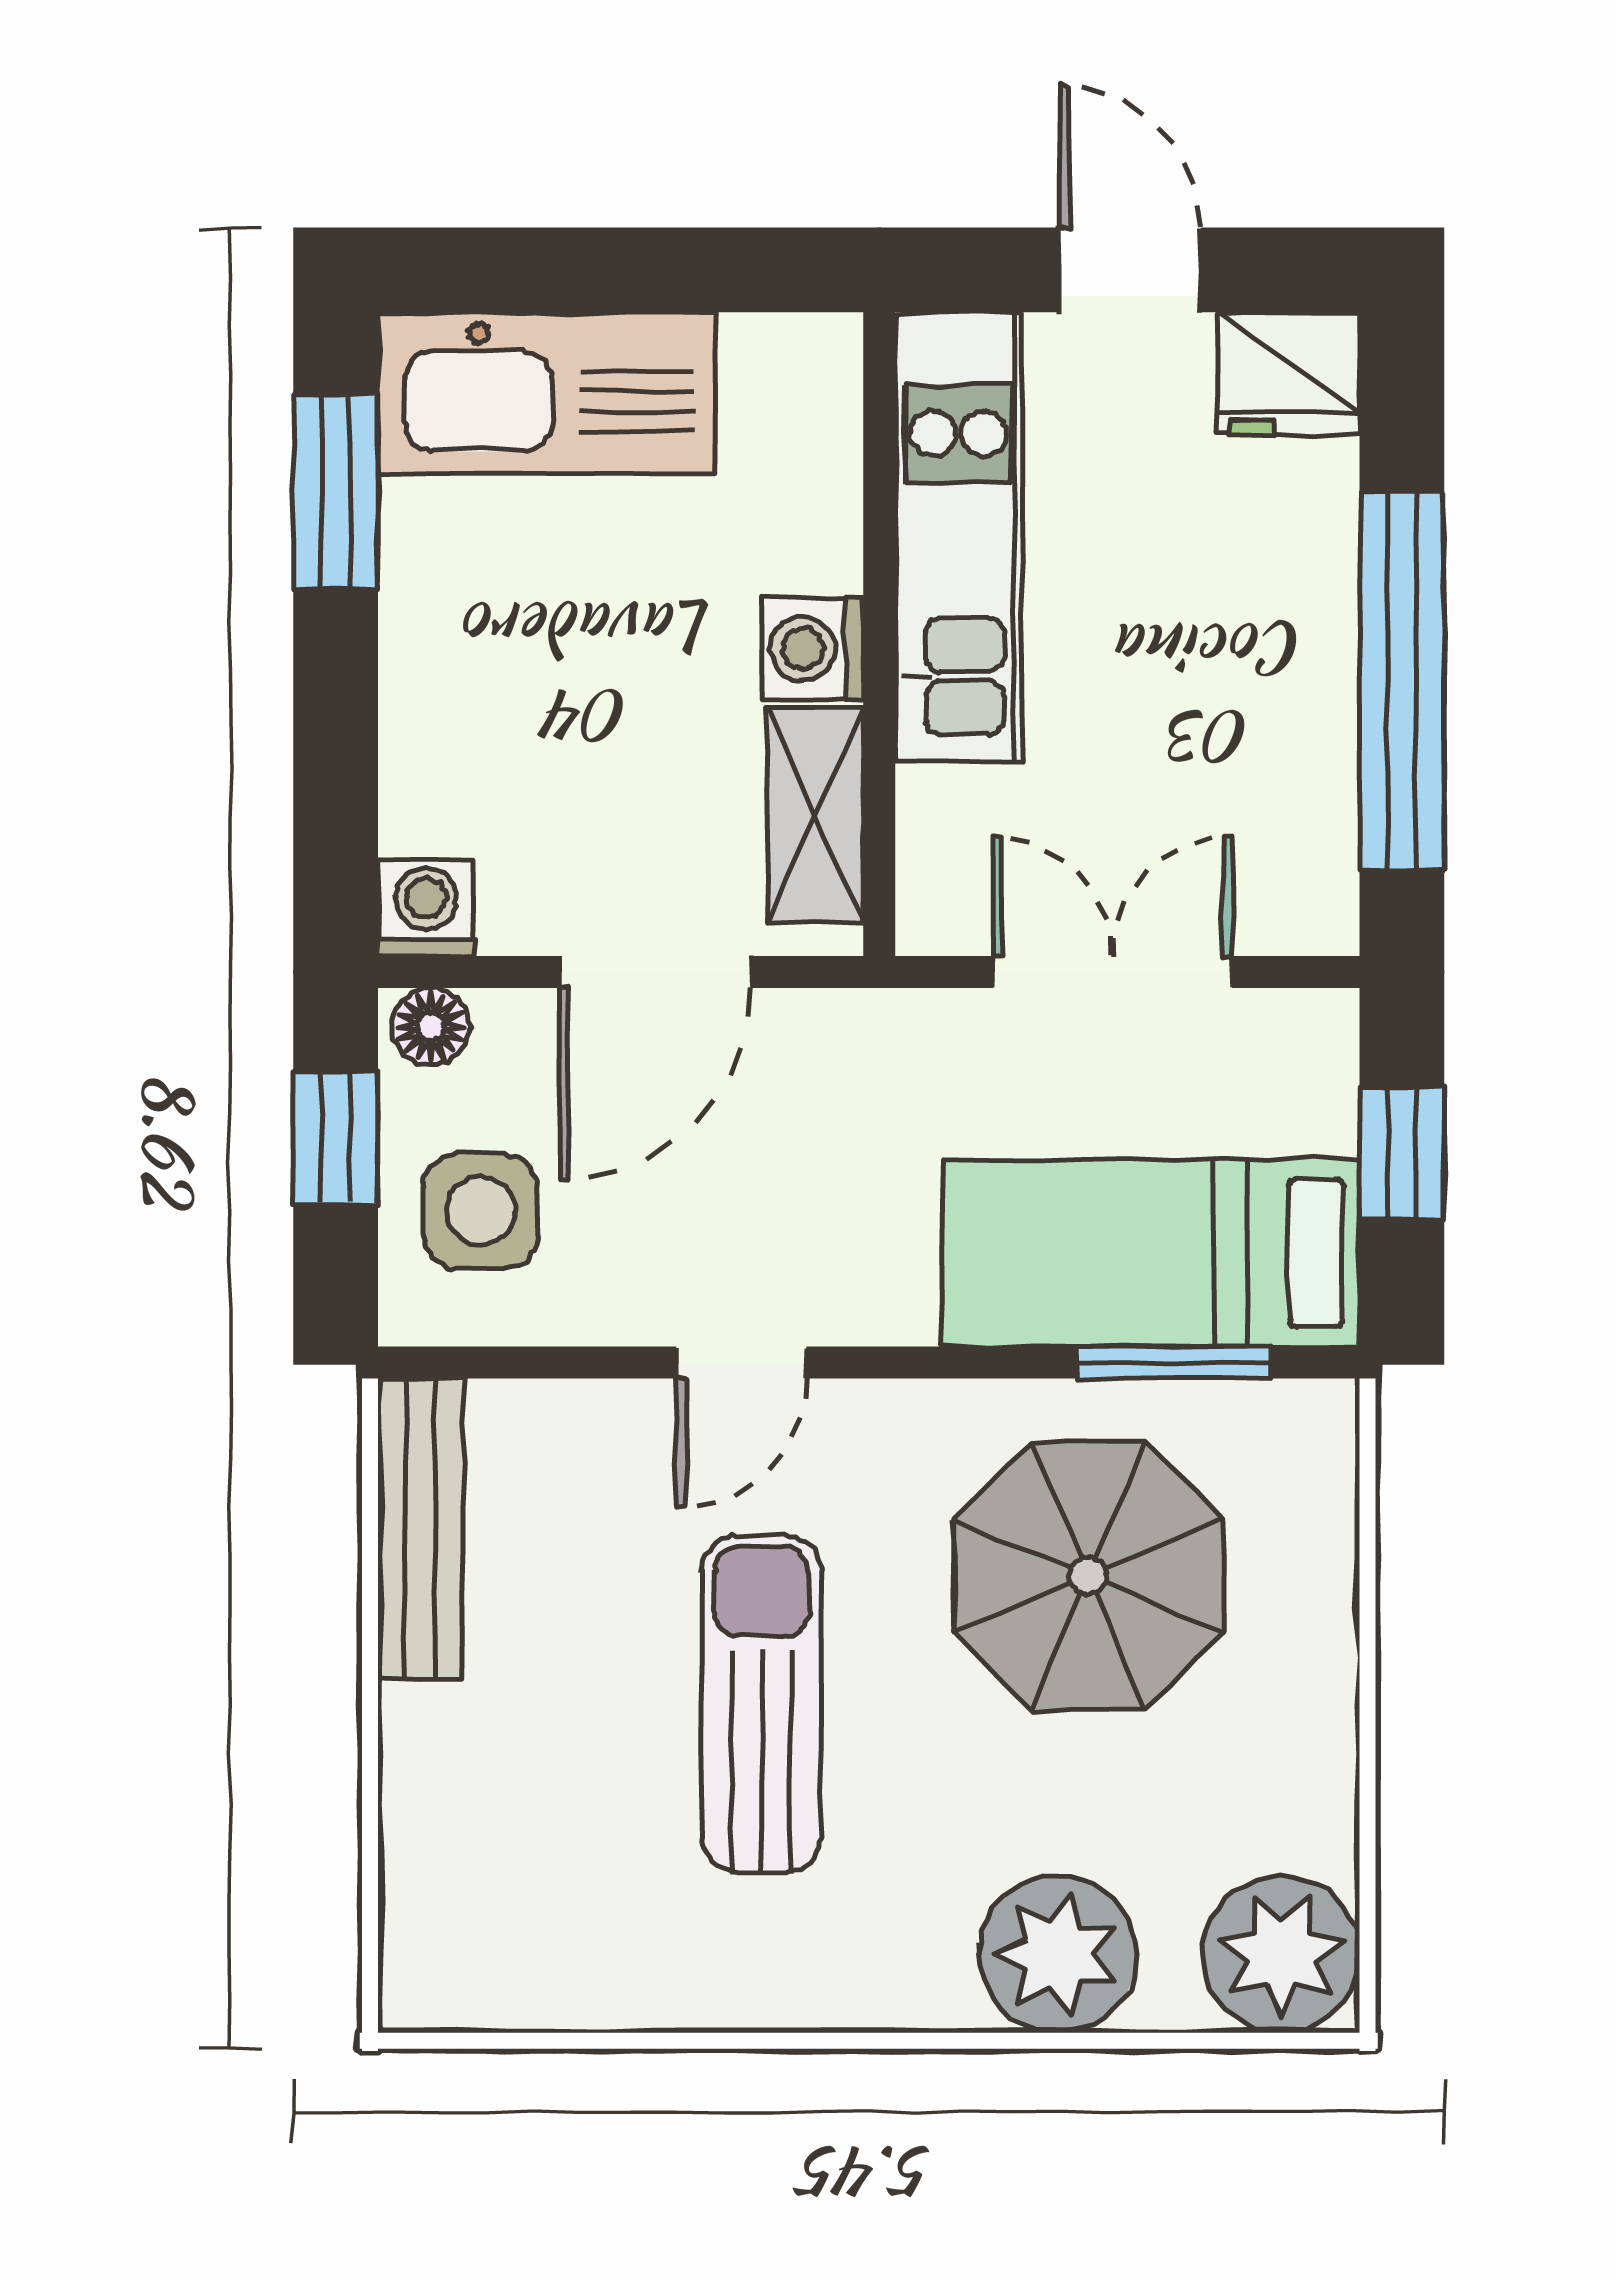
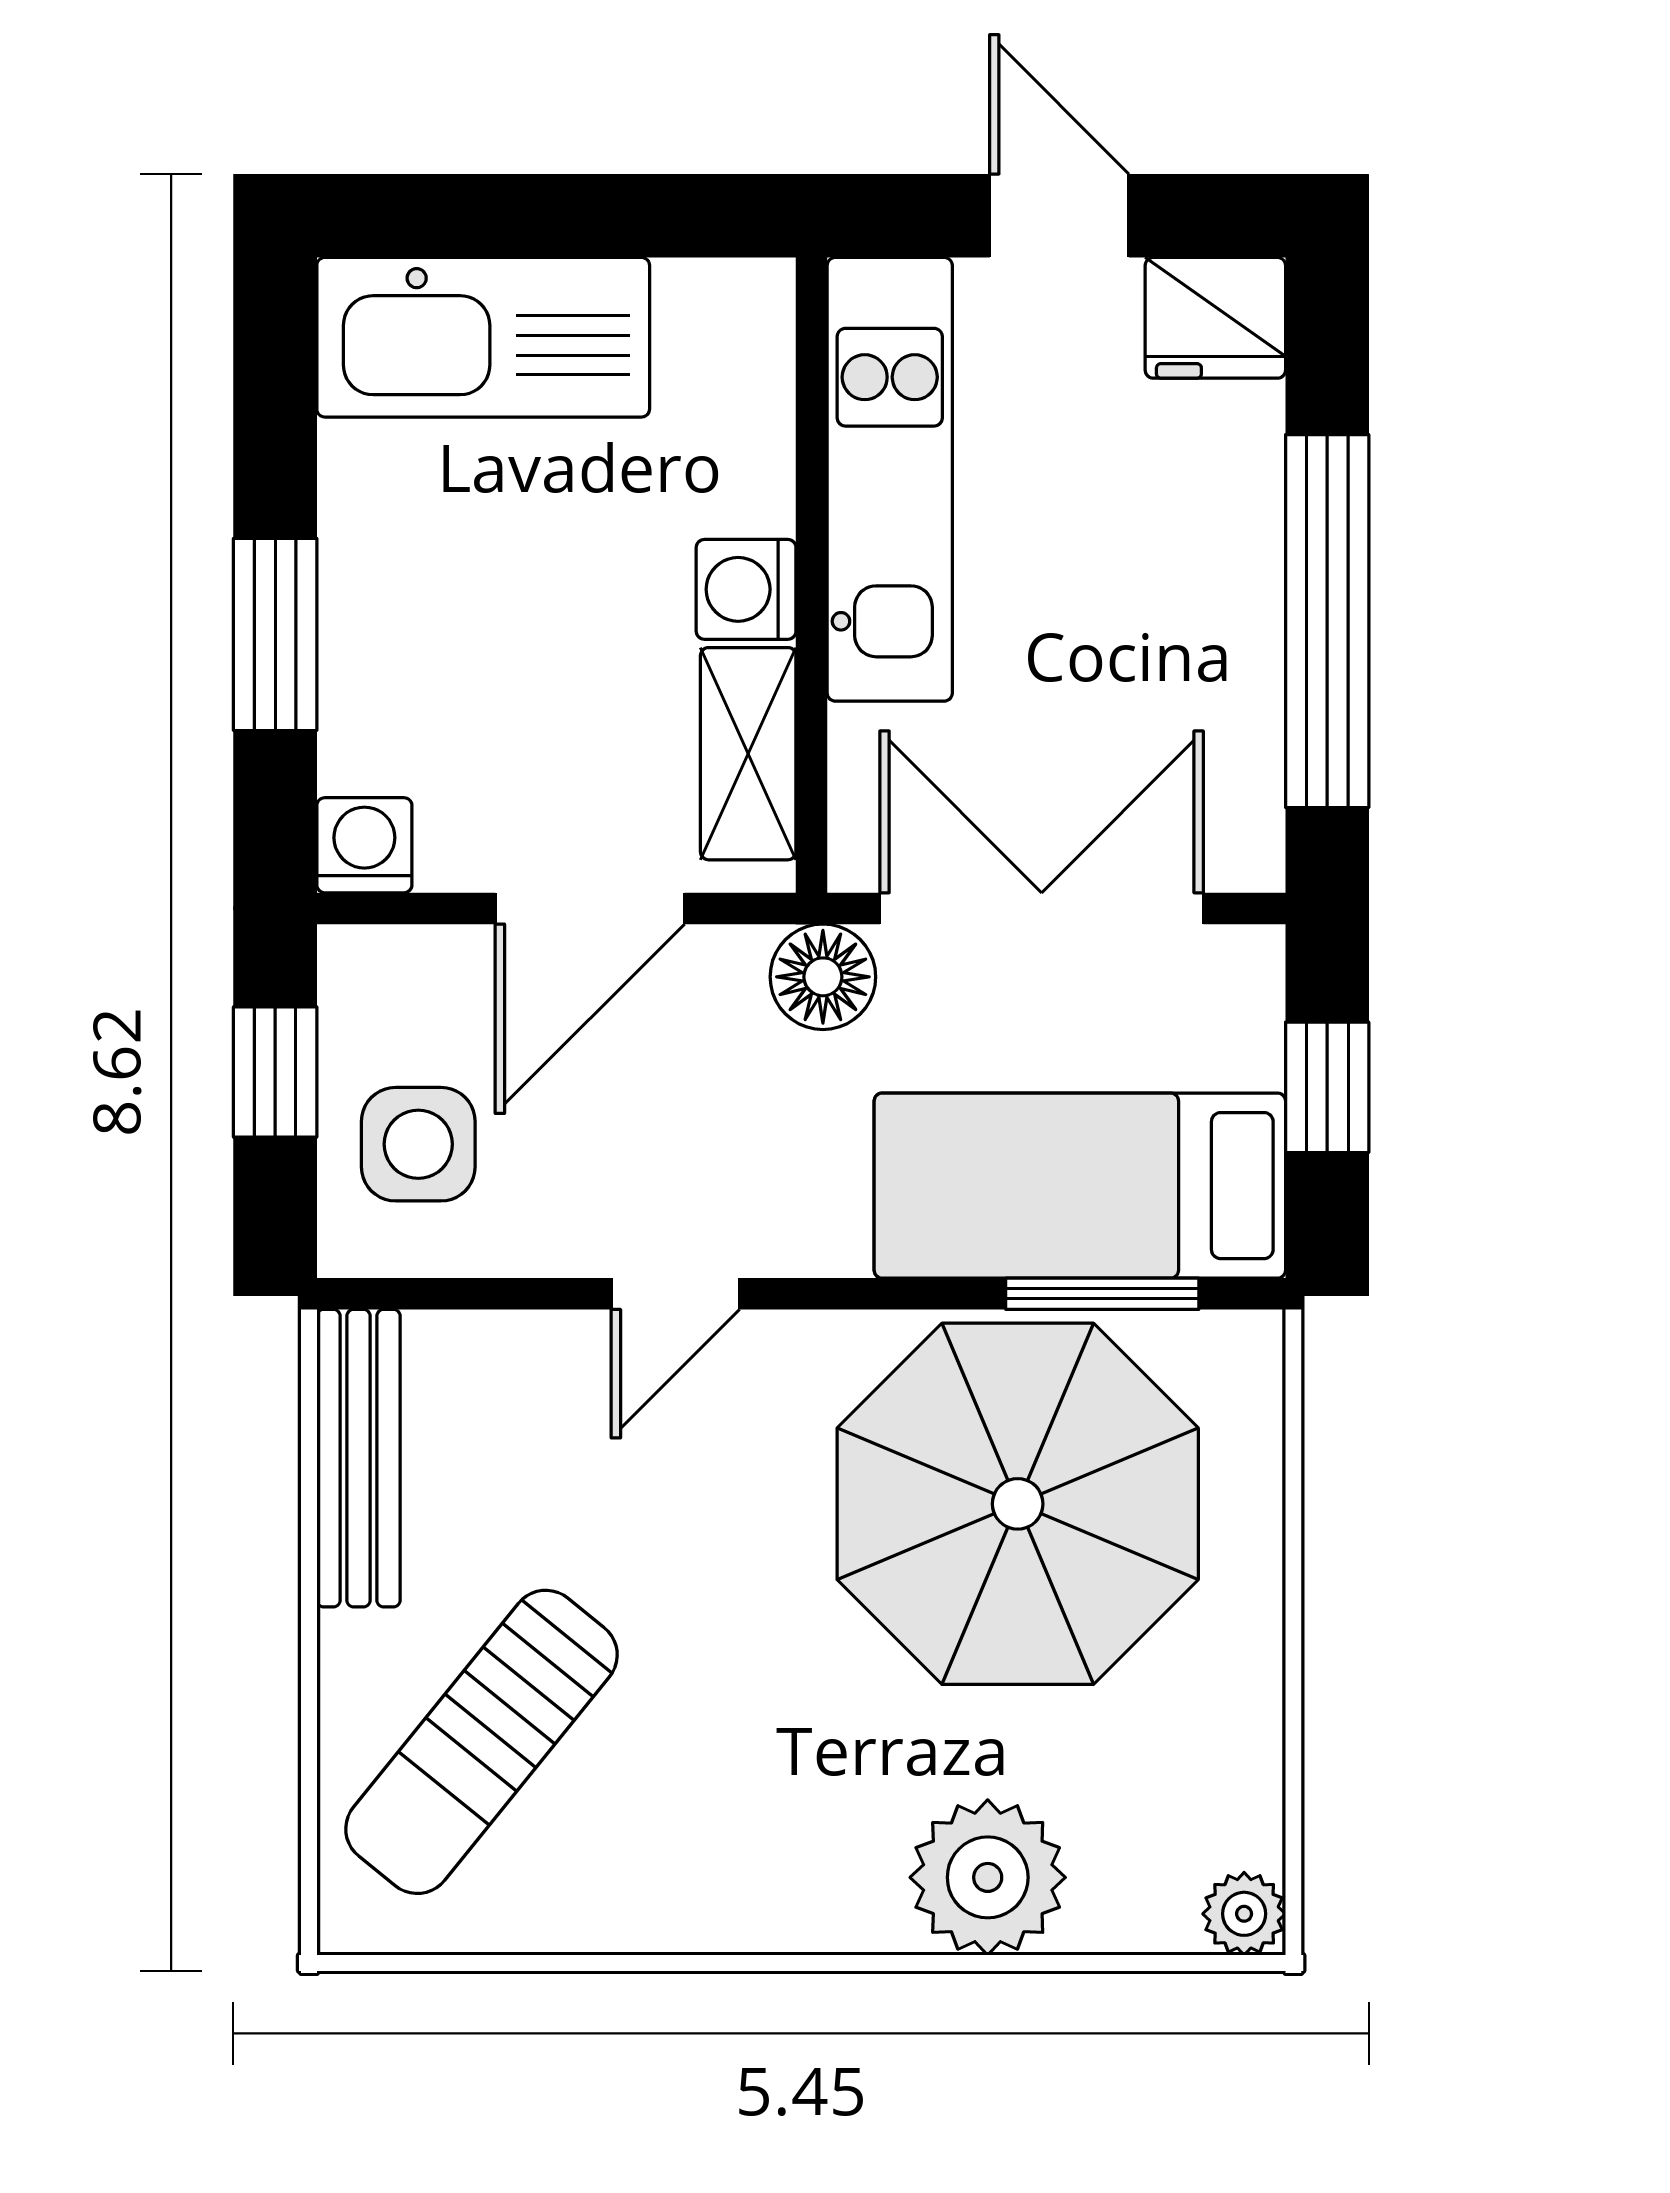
window: (336, 492) -> (275, 634), moved
double door: (1112, 972) -> (1042, 908), width x1.37
floor lamp: (431, 1027) -> (823, 977), moved, width x1.37, depth x1.37
parasol: (1088, 1575) -> (1018, 1504), width x1.36, depth x1.36
sun lounger: (762, 1704) -> (481, 1742), moved, turned -141
plant: (1281, 1954) -> (1244, 1914), width x0.53, depth x0.53

